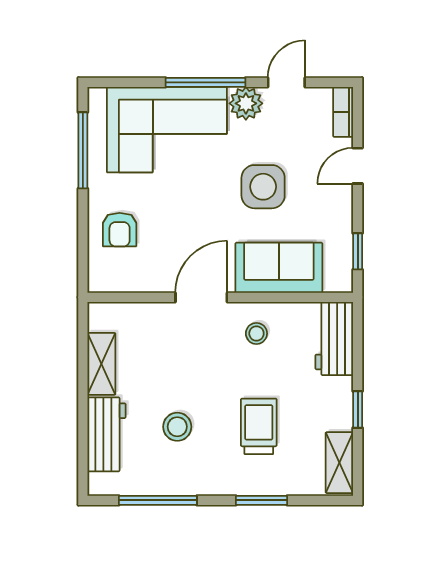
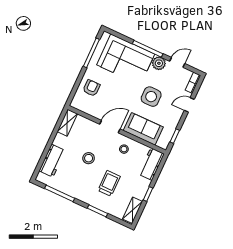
armchair: (120, 230) -> (91, 88), turned 180
shelving: (101, 364) -> (67, 123), moved
stool: (177, 427) -> (89, 158), moved

